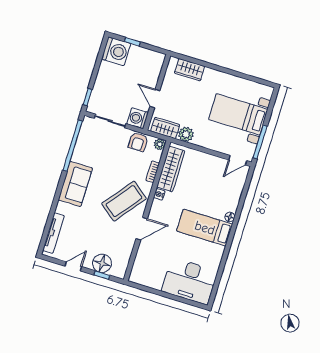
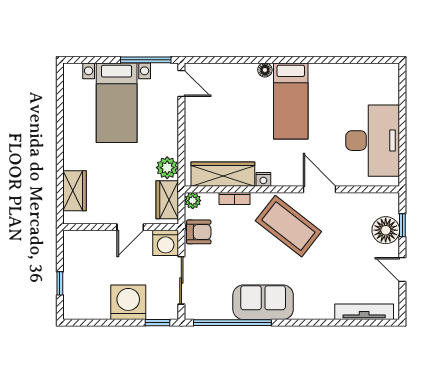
washing machine: (116, 51) -> (128, 302), moved
sofa: (75, 184) -> (263, 302), moved
desk: (189, 281) -> (373, 141), moved

